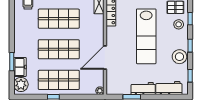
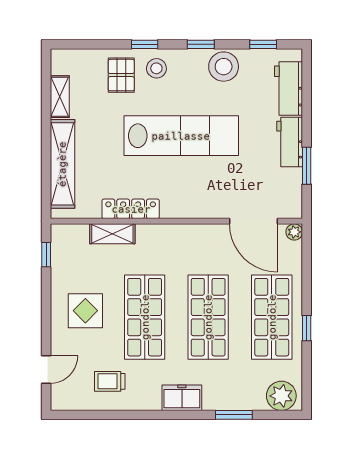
door: (105, 58) -> (253, 221), moved
freezer: (20, 67) -> (182, 398), moved

